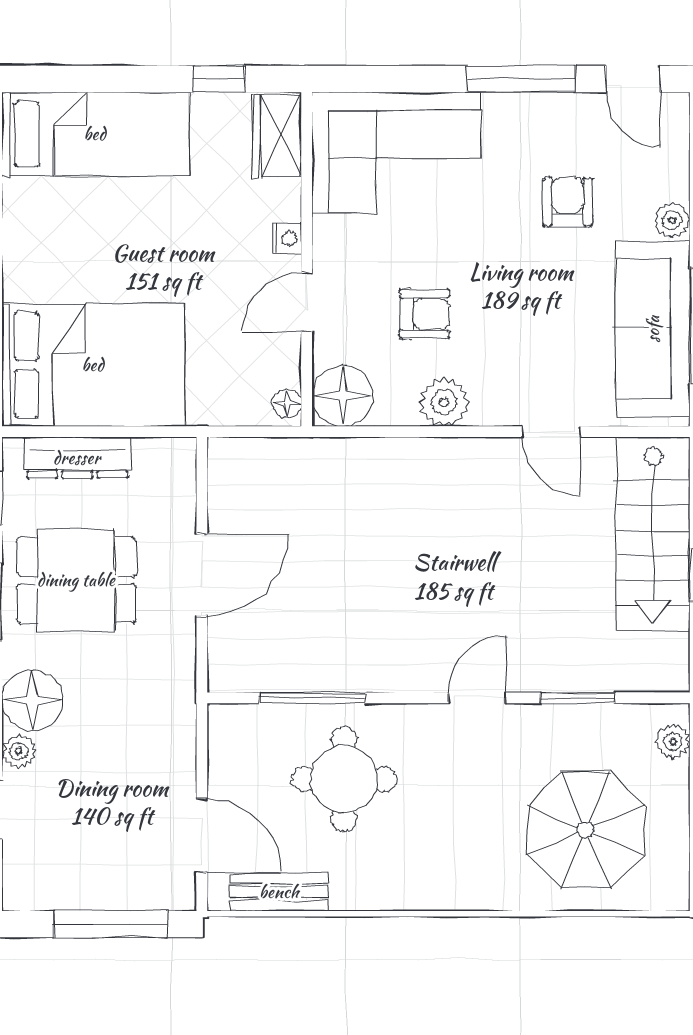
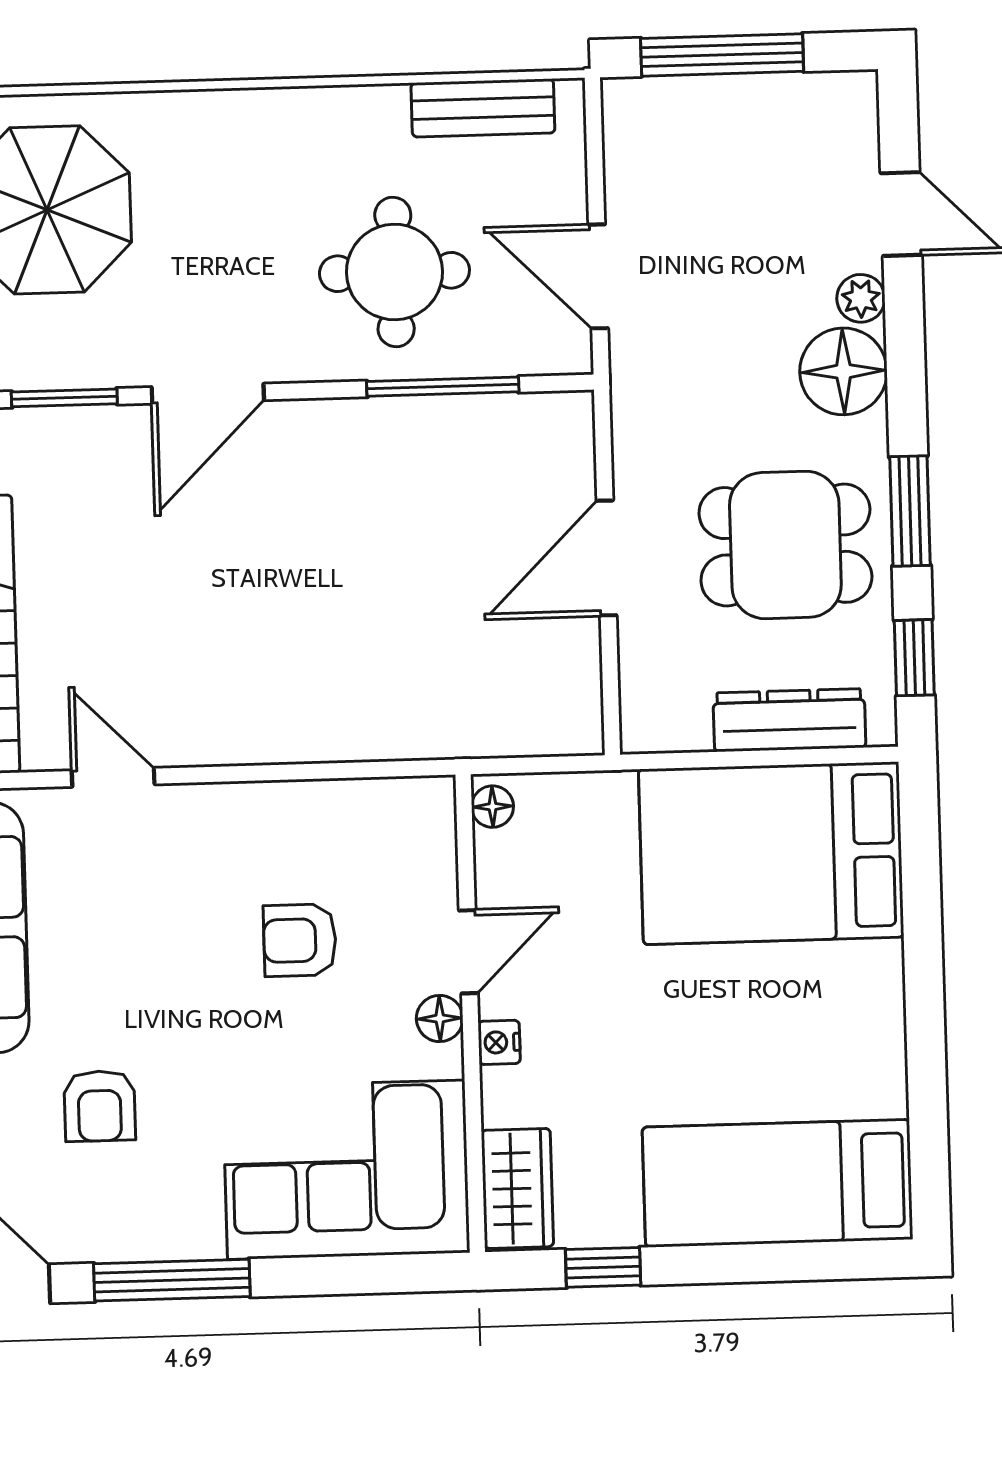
floor lamp: (342, 396) -> (440, 1019), moved, width x0.53, depth x0.53
plant: (444, 402) -> (268, 815), removed
door: (477, 698) -> (208, 394), width x1.38
door: (202, 835) -> (598, 276), moved

